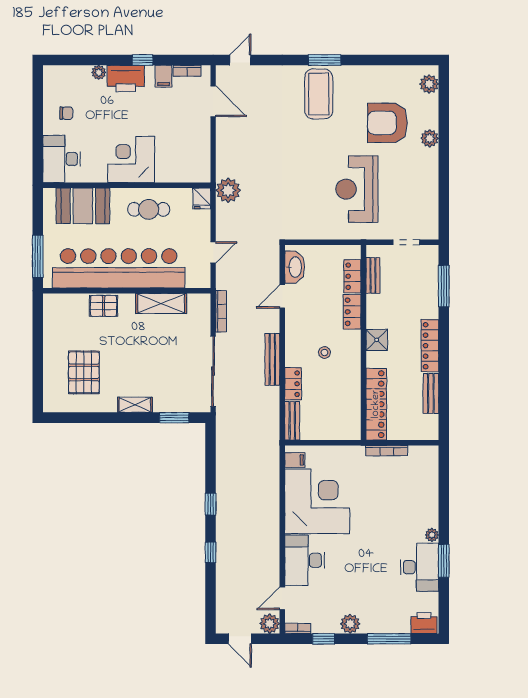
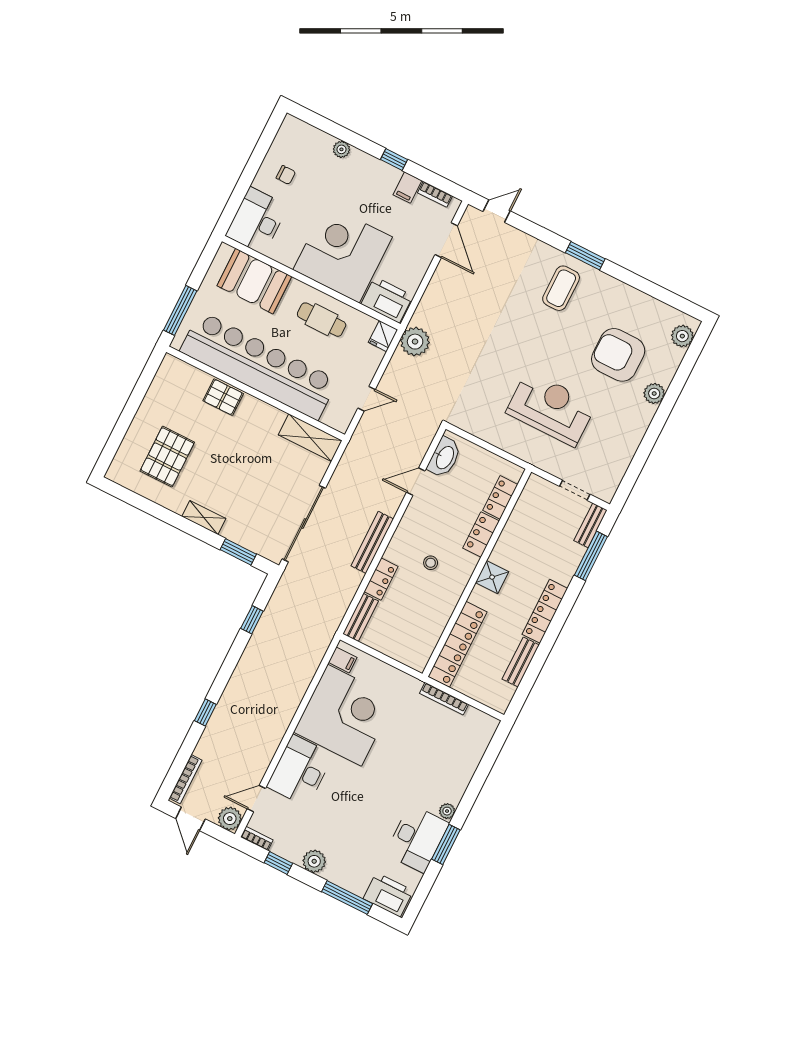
printer: (126, 78) -> (387, 300), moved, turned 180
coffee table: (319, 94) -> (561, 288), width x0.73, depth x0.76
corner desk: (131, 159) -> (343, 253), width x1.36, depth x1.36
reception desk: (357, 189) -> (551, 408), turned 90
bench: (373, 275) -> (590, 525), moved
shelving: (161, 303) -> (310, 438), moved
bookcase: (221, 311) -> (186, 779), moved
window: (211, 504) -> (252, 620), moved
printer: (424, 623) -> (388, 895), width x1.37, depth x1.19

